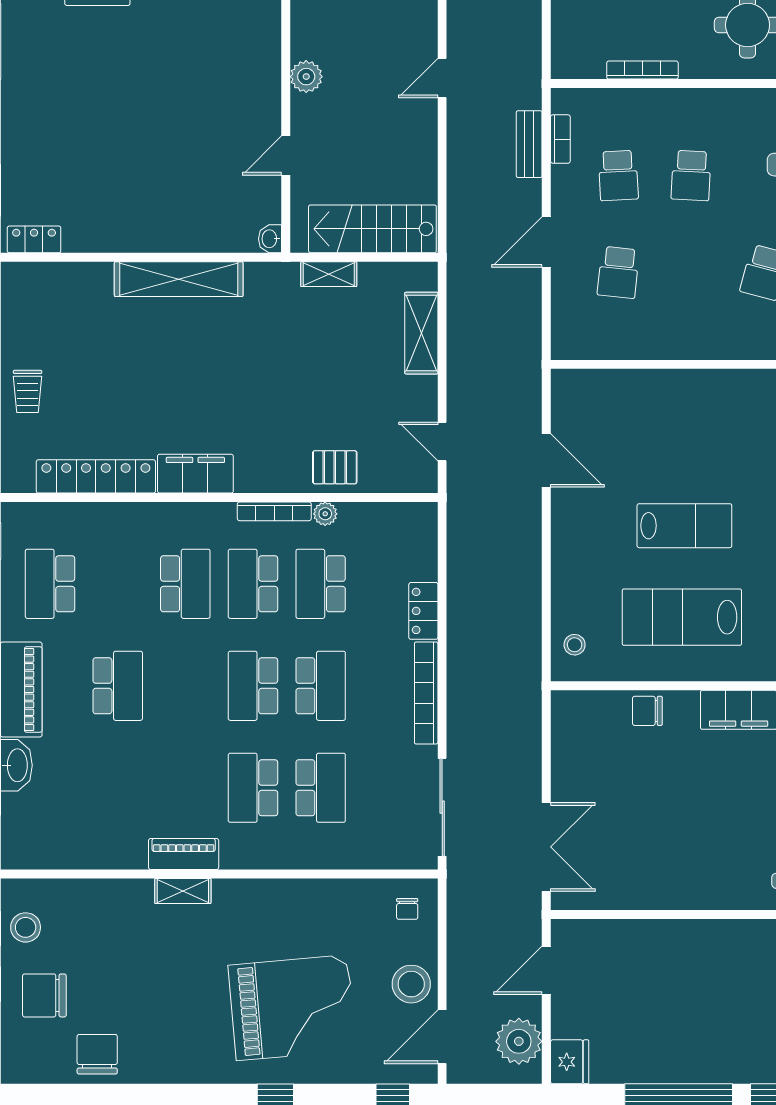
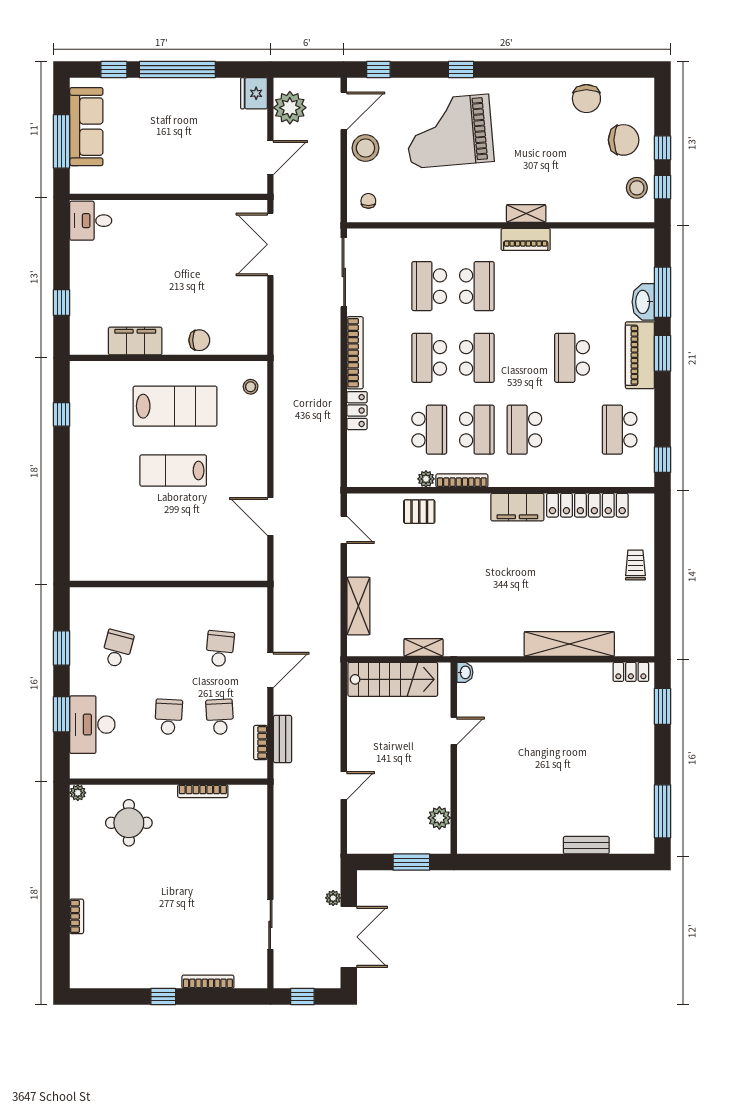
plant: (306, 77) -> (439, 818), moved
shelving: (179, 279) -> (569, 644), moved
school desk: (50, 584) -> (620, 430), turned 180

